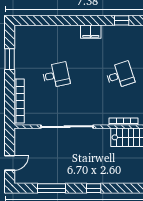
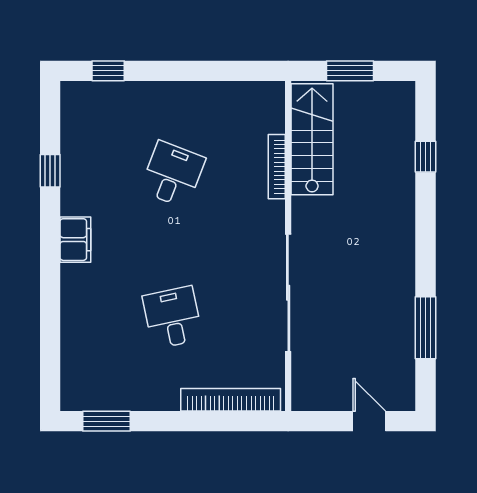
window: (10, 59) -> (107, 421), moved
desk: (120, 75) -> (173, 174), turned 39
window: (94, 188) -> (426, 157), moved

